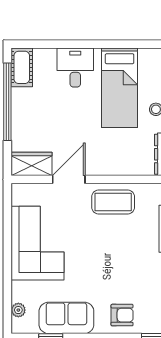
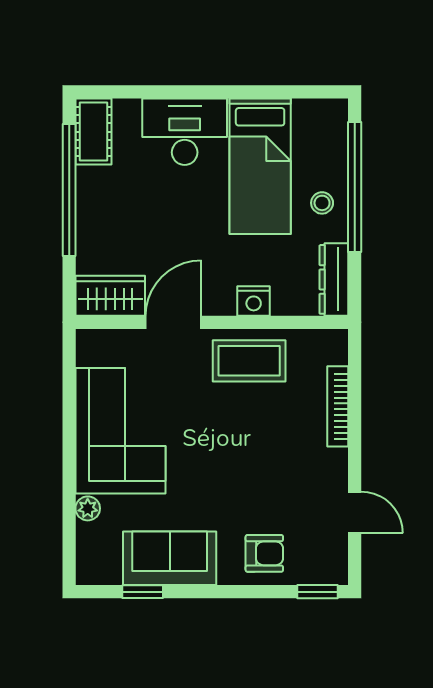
desk: (75, 68) -> (185, 132), width x1.37
nightstand: (116, 167) -> (254, 301), added
plant: (18, 310) -> (88, 508), moved

